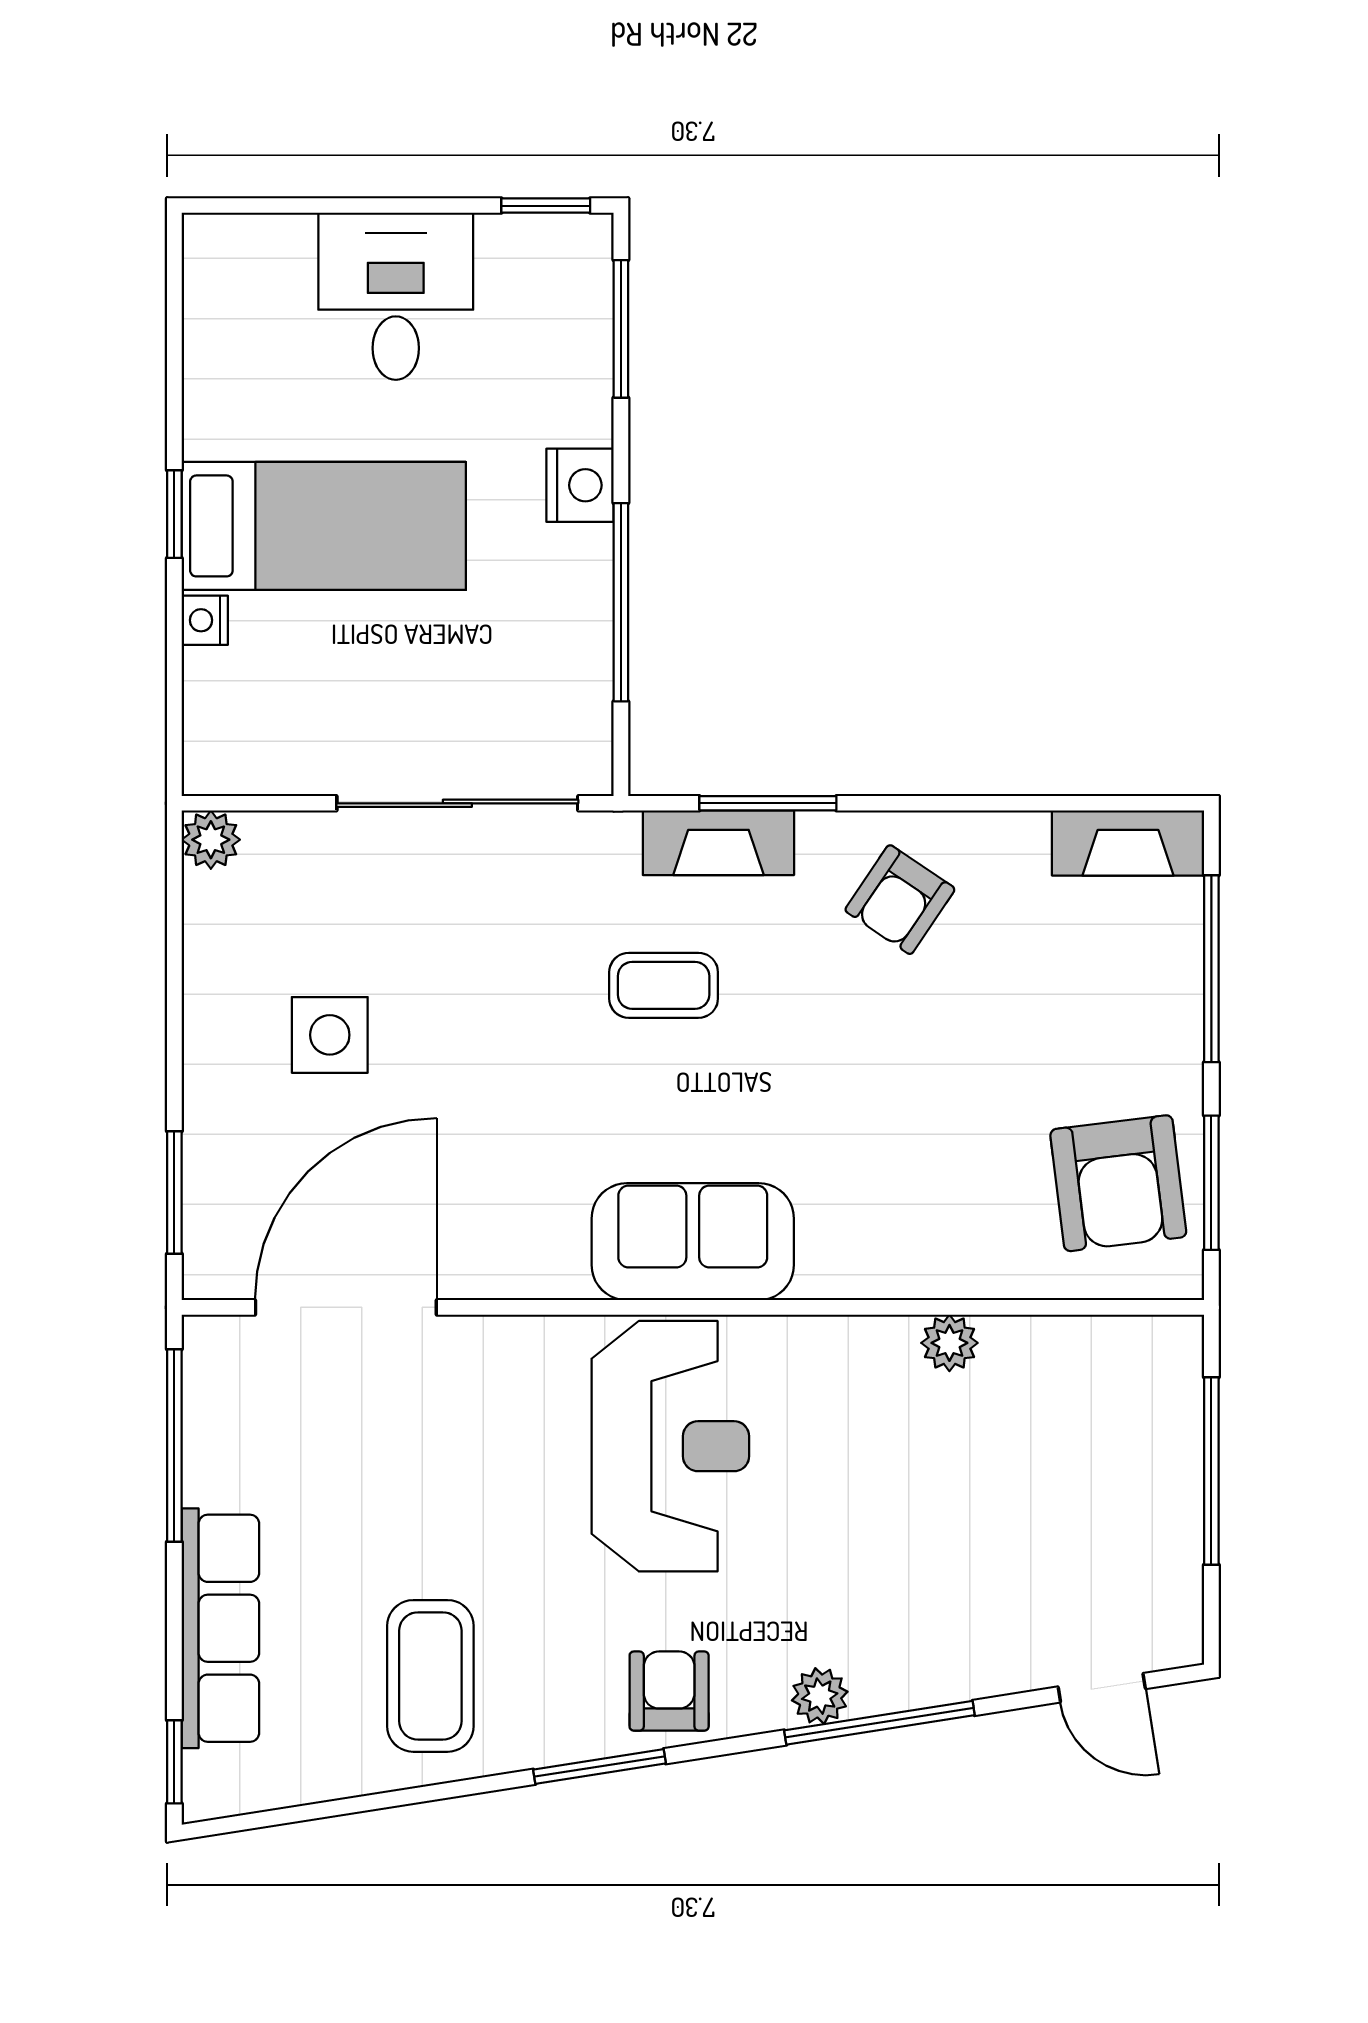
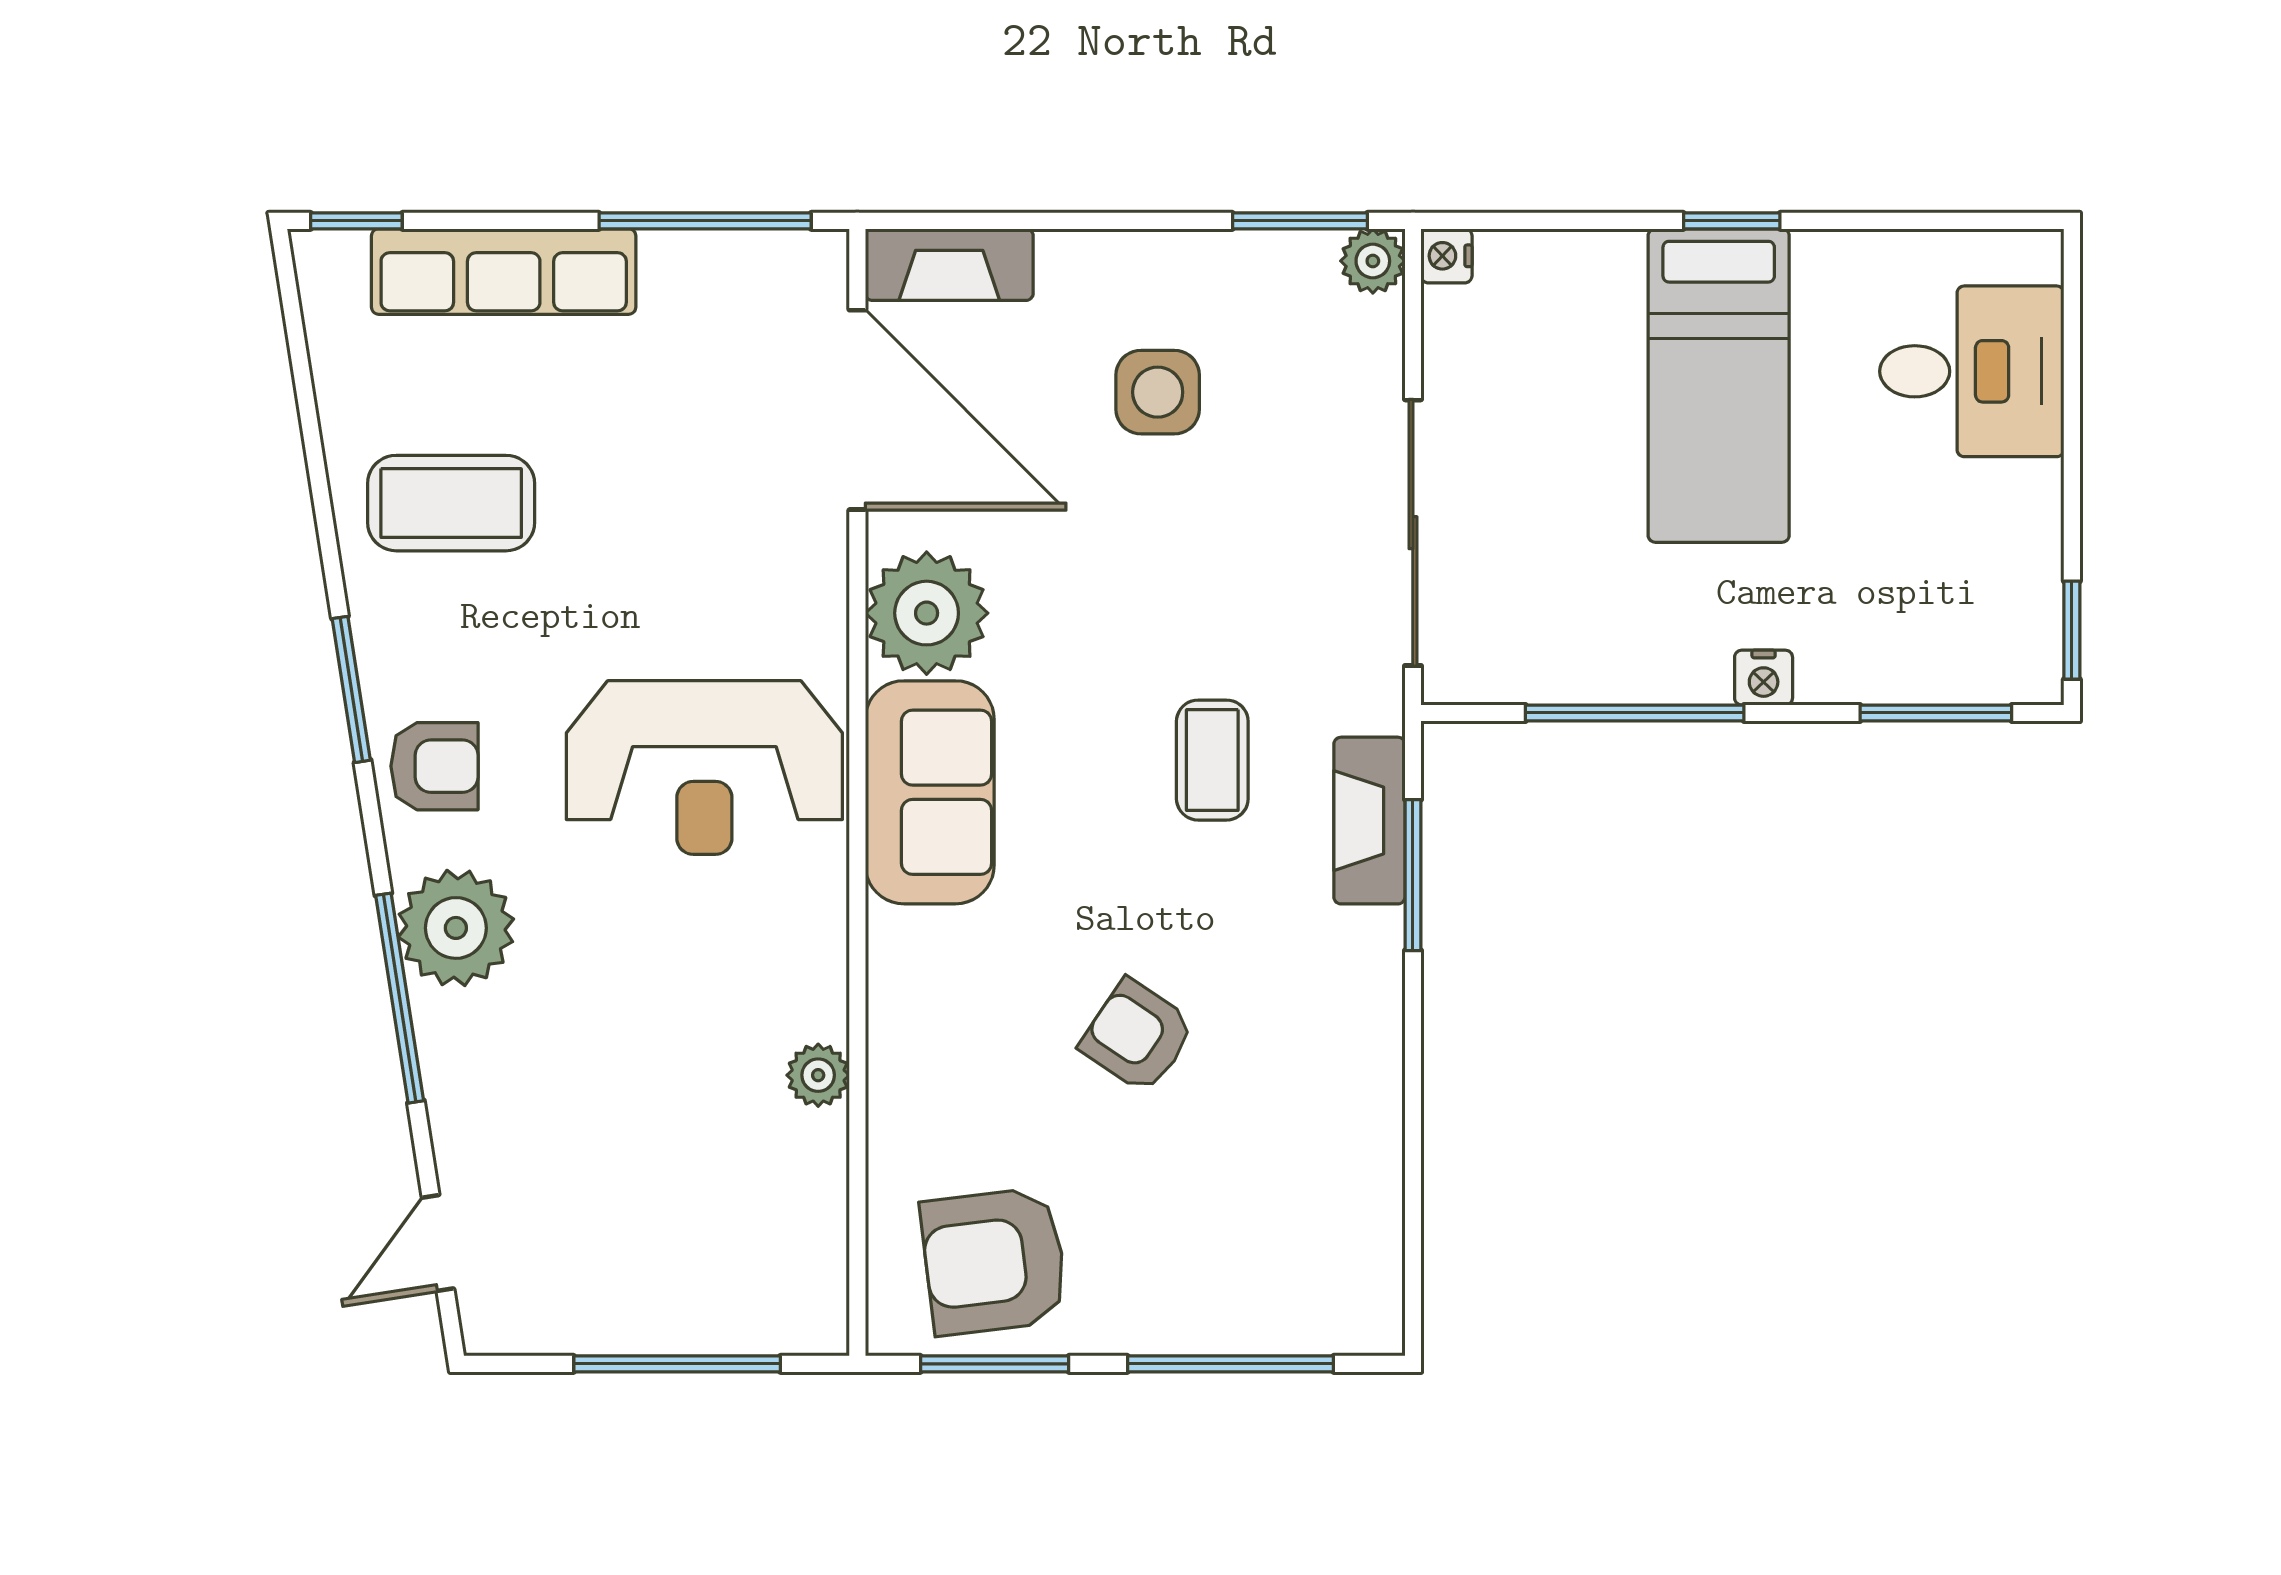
desk: (396, 296) -> (1972, 371), moved
nightstand: (580, 485) -> (1764, 678), width x0.72, depth x0.74
nightstand: (205, 620) -> (1446, 256), moved, turned -90
fireplace: (1128, 843) -> (949, 265), moved, turned -90
armchair: (900, 900) -> (1137, 1036), moved
window: (174, 1192) -> (1300, 221), moved
plant: (530, 1245) -> (927, 613), added
plant: (820, 1696) -> (456, 928), width x1.88, depth x1.88

